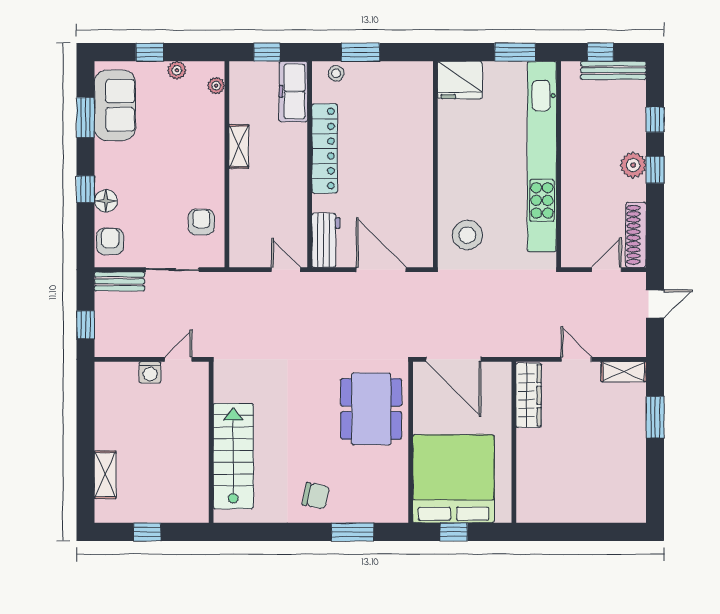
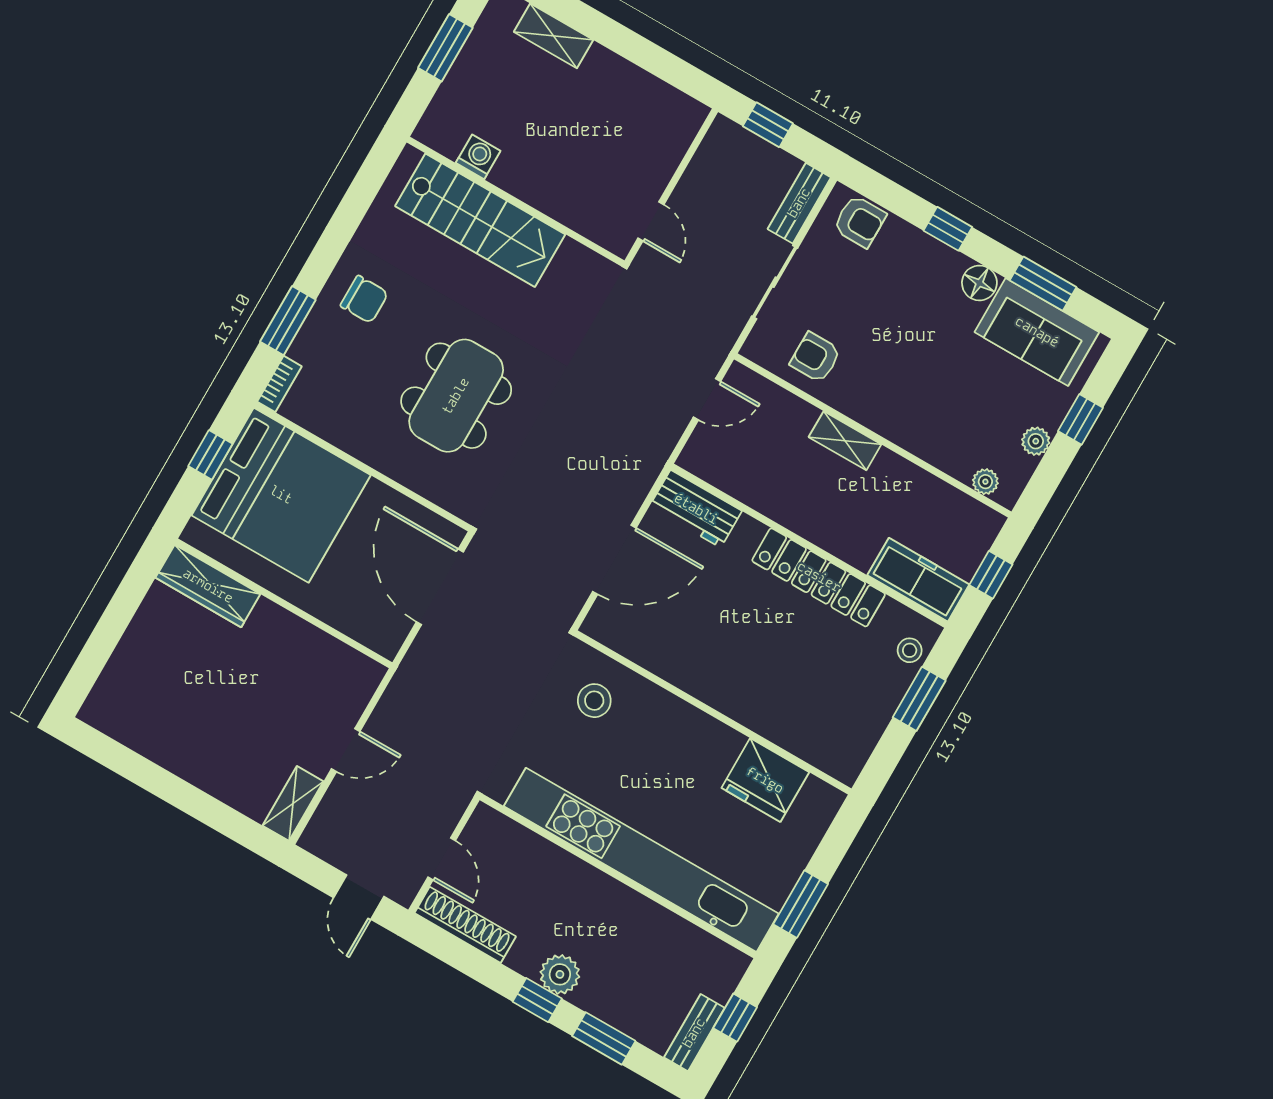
bench: (613, 70) -> (694, 1033), width x0.73
fridge: (460, 80) -> (765, 780), moved, turned -90
window: (655, 120) -> (604, 1038), width x1.50
shelving: (239, 146) -> (845, 441), moved
floor lamp: (106, 201) -> (979, 283), moved
armchair: (201, 222) -> (815, 357), turned 180
stool: (467, 235) -> (594, 701), width x0.73, depth x0.73
door: (286, 270) -> (707, 399), moved
door: (453, 359) -> (440, 587), hinge flipped
washing machine: (150, 372) -> (478, 157), moved, turned 90
wardrobe: (529, 395) -> (208, 586), moved
dining table: (371, 409) -> (456, 396), moved, turned 90
window: (655, 417) -> (208, 810), removed
chair: (316, 496) -> (364, 299), turned -101
bookcase: (391, 516) -> (279, 384), added
window: (147, 532) -> (445, 48), width x1.50

